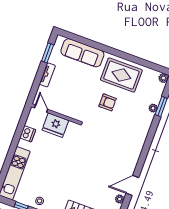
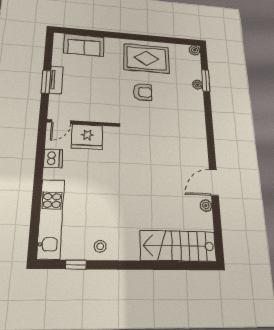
window: (48, 53) -> (46, 82), moved
sofa: (82, 53) -> (84, 45), width x0.73
door: (41, 109) -> (61, 122), swing flipped

